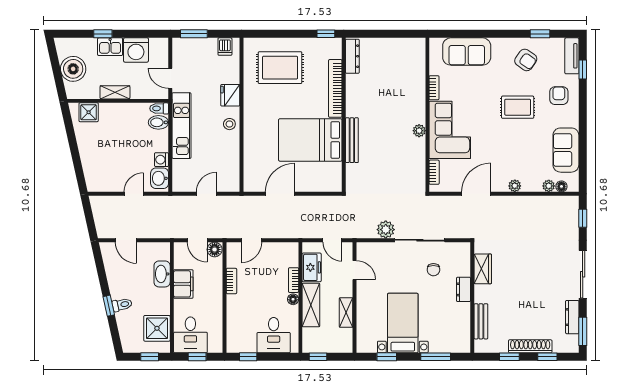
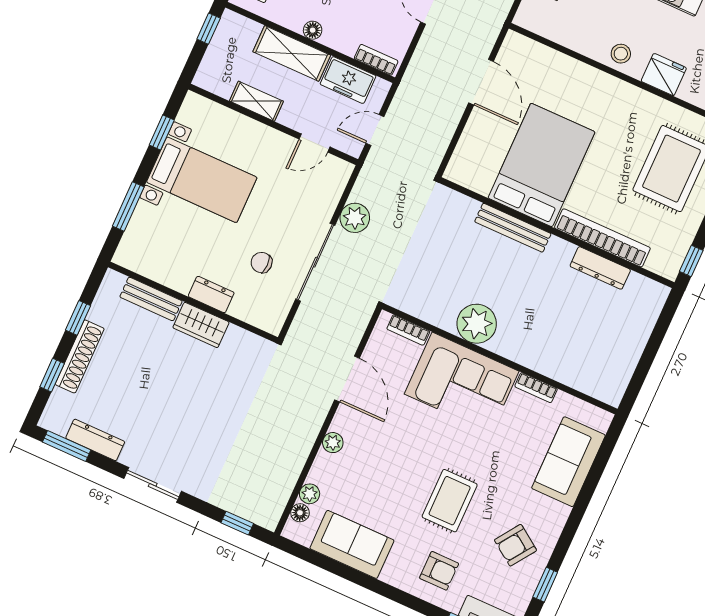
dresser: (352, 56) -> (600, 268), moved
plant: (419, 131) -> (477, 324), width x1.88, depth x1.88
wardrobe: (483, 269) -> (201, 325), moved
sliding door: (583, 274) -> (153, 485), width x0.73
bookcase: (294, 280) -> (376, 60), moved

